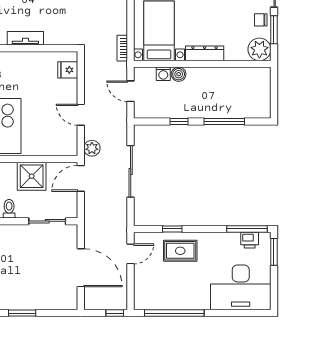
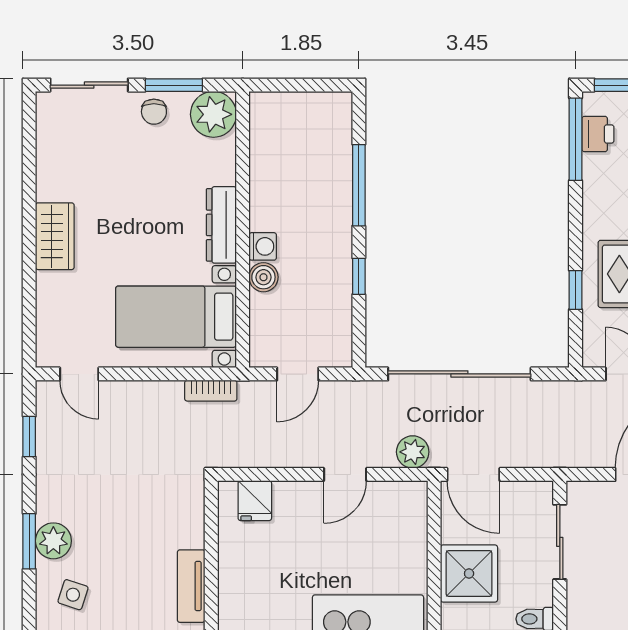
washing machine: (163, 74) -> (263, 246), moved
sliding door: (131, 171) -> (459, 374), width x1.36

